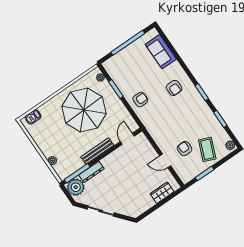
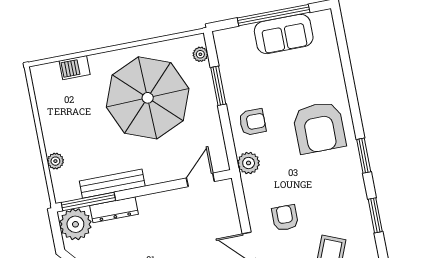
sofa: (161, 52) -> (284, 34), moved, turned -90
armchair: (174, 88) -> (319, 128), width x1.88, depth x1.88
barbecue: (33, 117) -> (75, 68), moved
plant: (147, 120) -> (249, 163), added
armchair: (185, 149) -> (285, 218), moved
bench: (97, 151) -> (112, 184), moved

